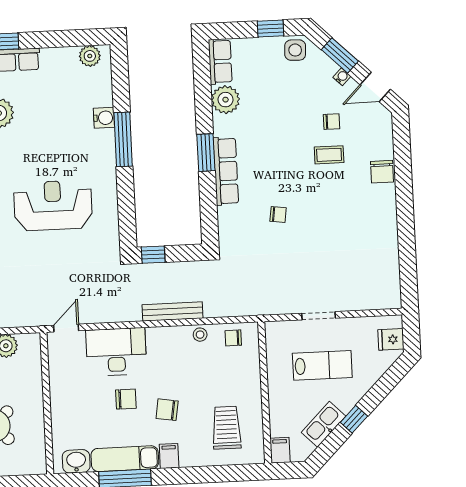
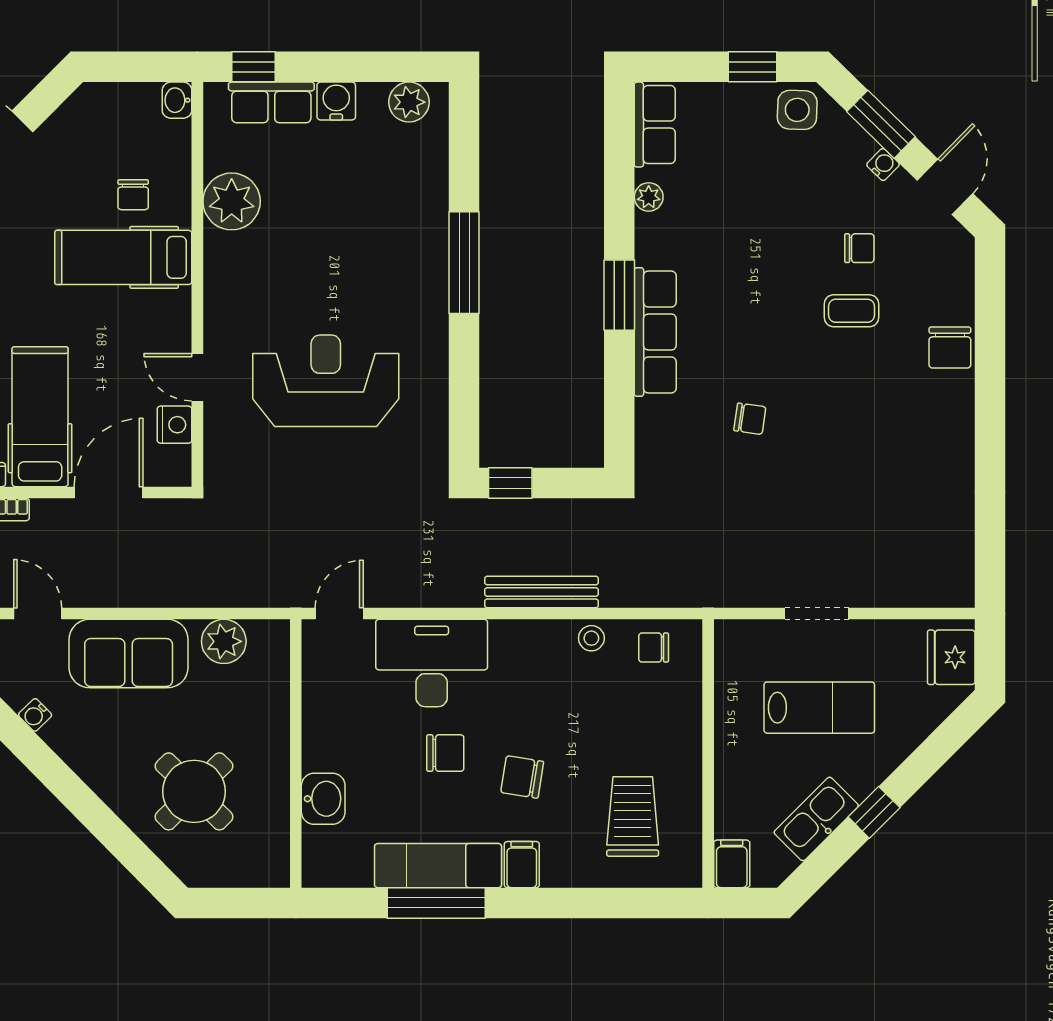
door: (375, 87) -> (945, 187), swing flipped
plant: (226, 100) -> (649, 197), width x0.53, depth x0.53
water cooler: (104, 118) -> (336, 101), moved, turned -90
fridge: (391, 339) -> (951, 657), width x1.38
washbasin: (76, 461) -> (323, 799), moved, turned 90

